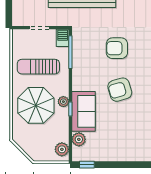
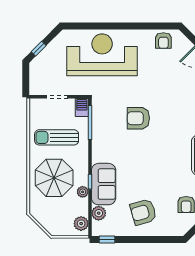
armchair: (120, 90) -> (143, 212), moved
plant: (63, 102) -> (83, 192), moved

